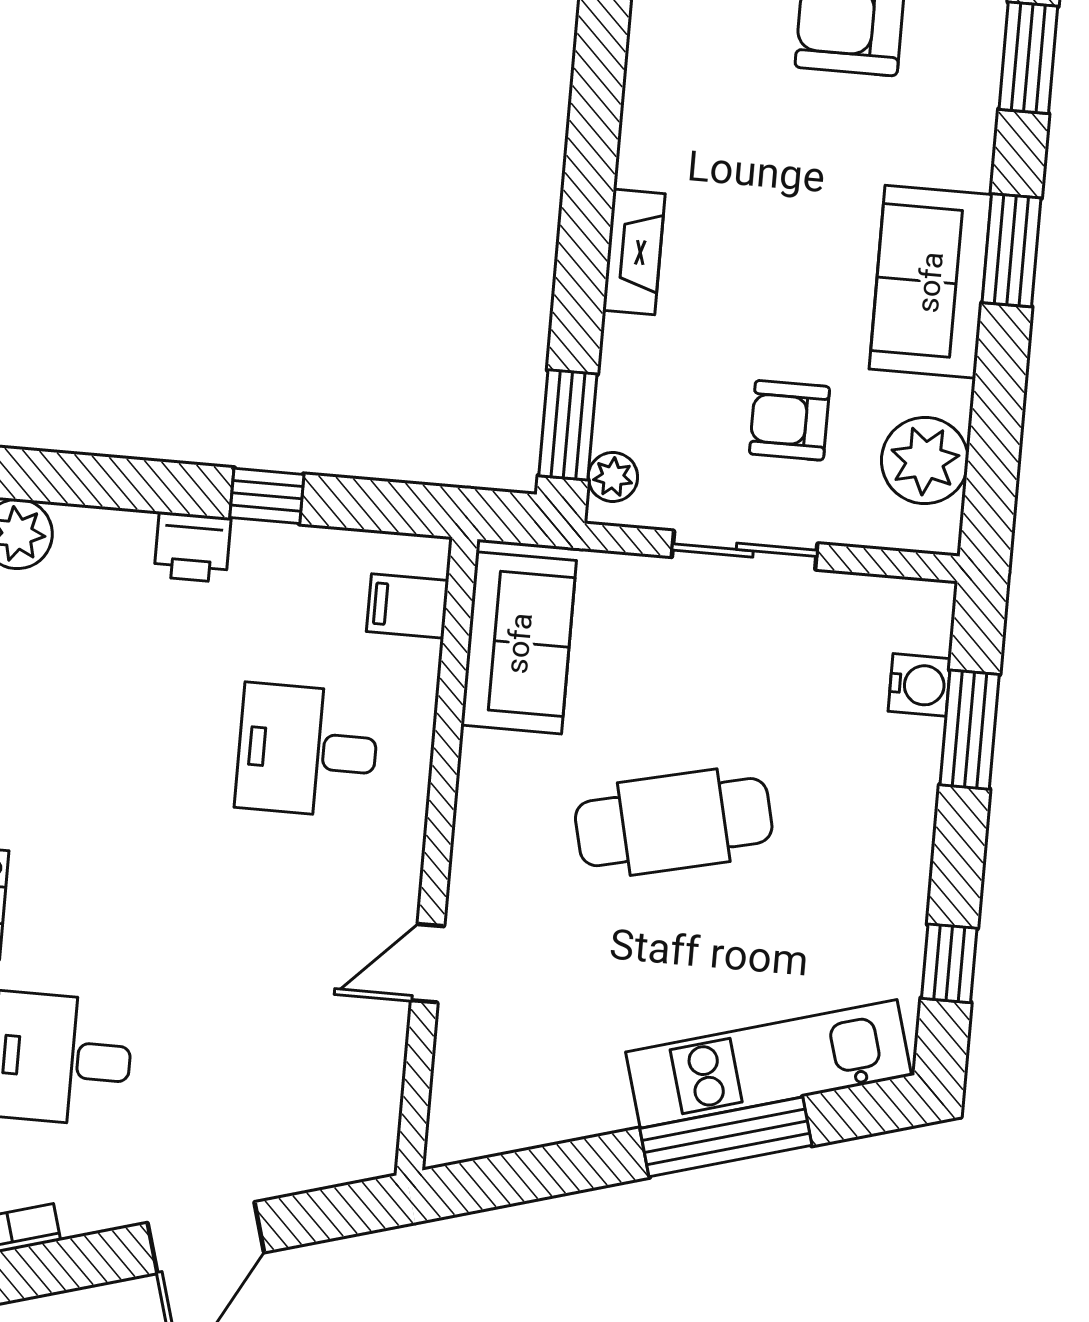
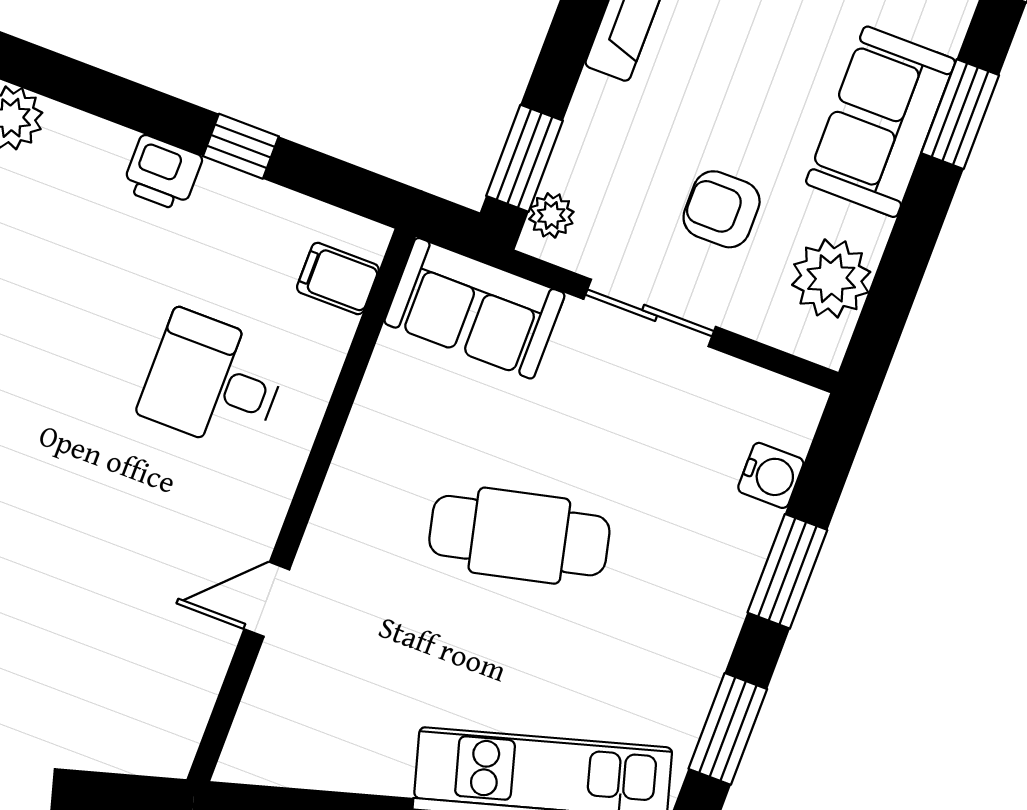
sofa: (519, 643) -> (474, 308), moved, turned 90
window: (970, 730) -> (787, 571), moved
window: (949, 963) -> (728, 729), width x1.50

